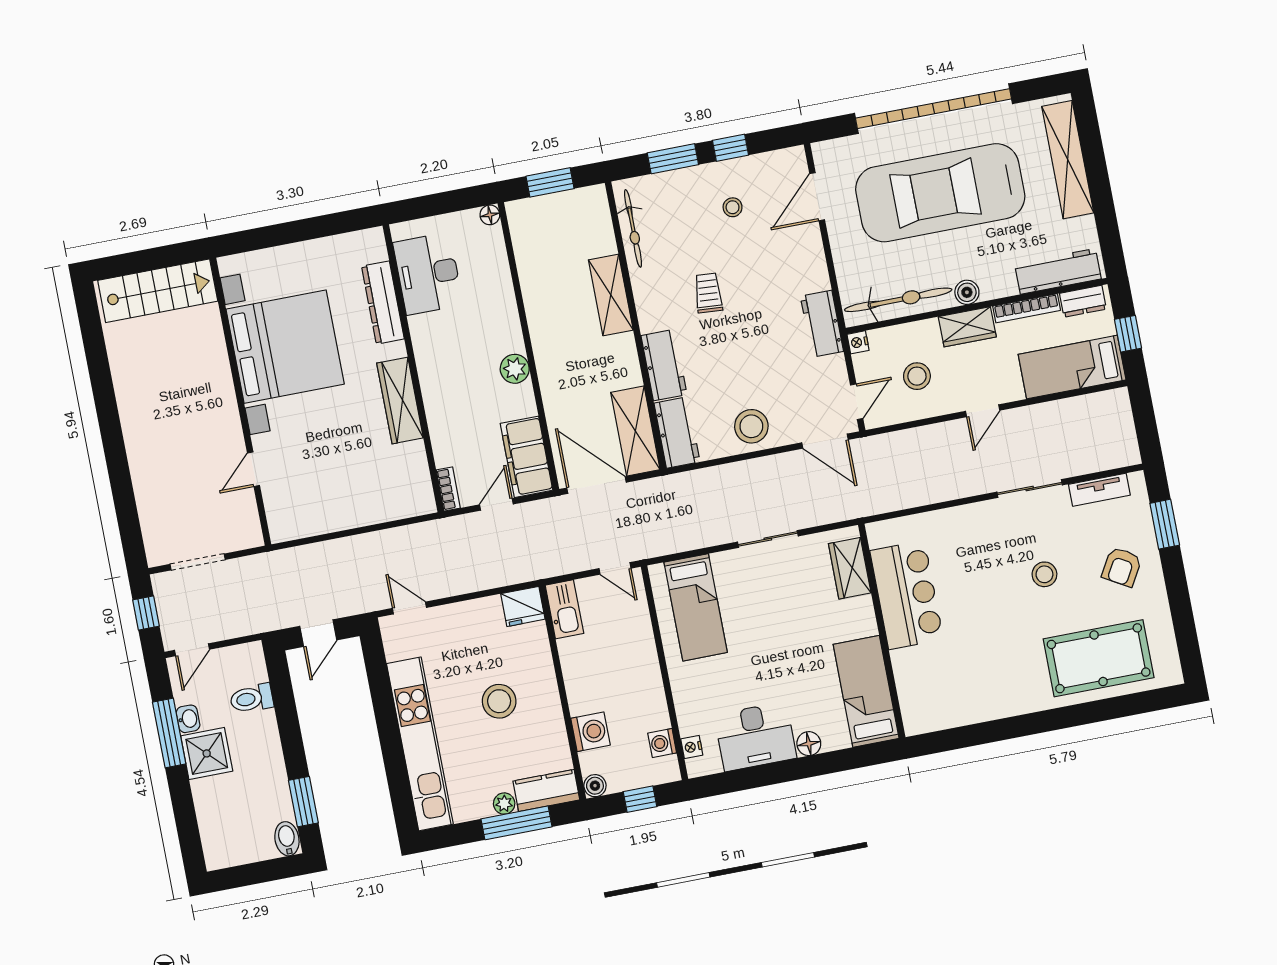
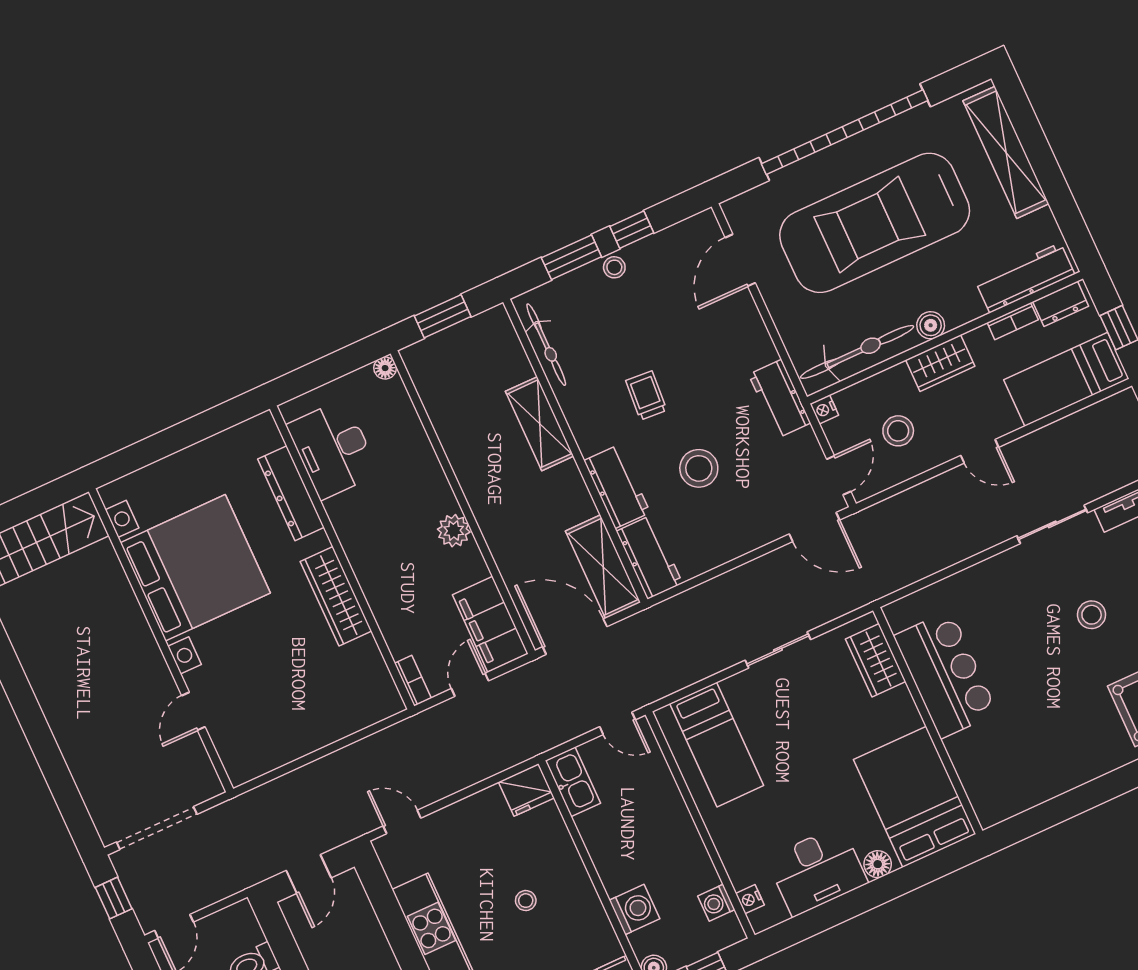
stool: (733, 207) -> (614, 267), moved
bookcase: (1027, 308) -> (1013, 321), width x0.64
door: (983, 411) -> (980, 451), hinge flipped
stool: (751, 426) -> (699, 468), moved
doorway: (198, 562) -> (157, 828), width x1.36
bed: (866, 691) -> (915, 797), width x1.50
stool: (499, 701) -> (526, 901), width x0.53, depth x0.53

